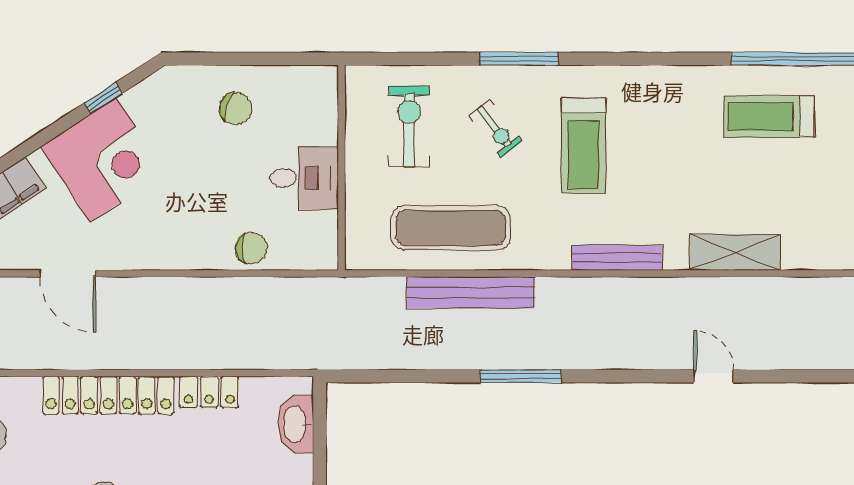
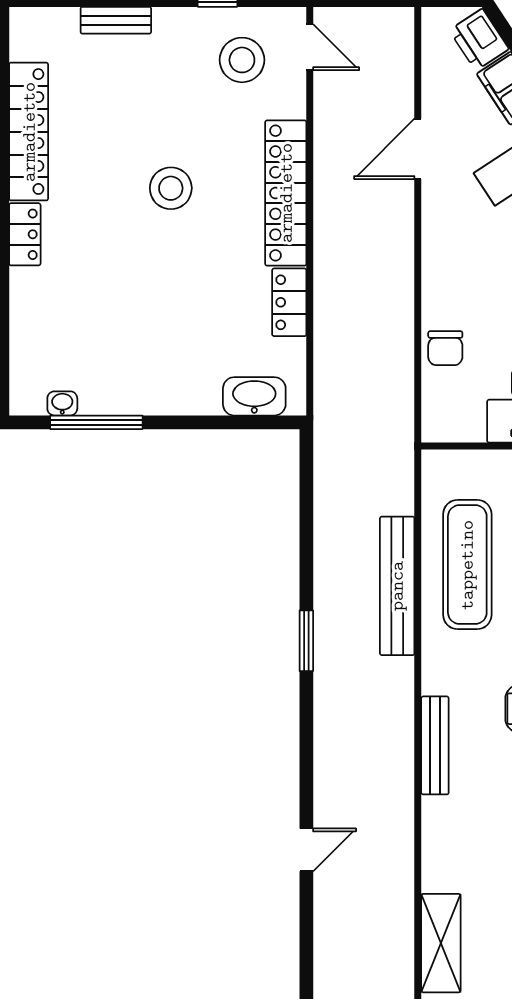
shelving: (735, 252) -> (441, 943), moved
window: (521, 376) -> (306, 641), width x0.69

